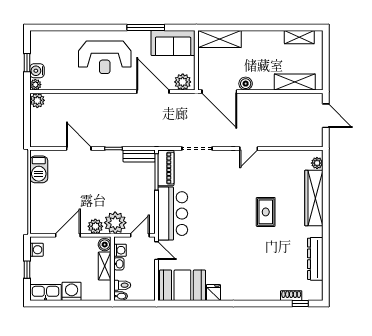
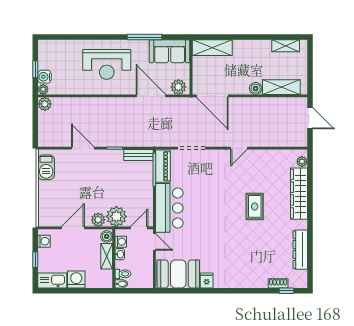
boiler: (246, 84) -> (256, 88), moved

